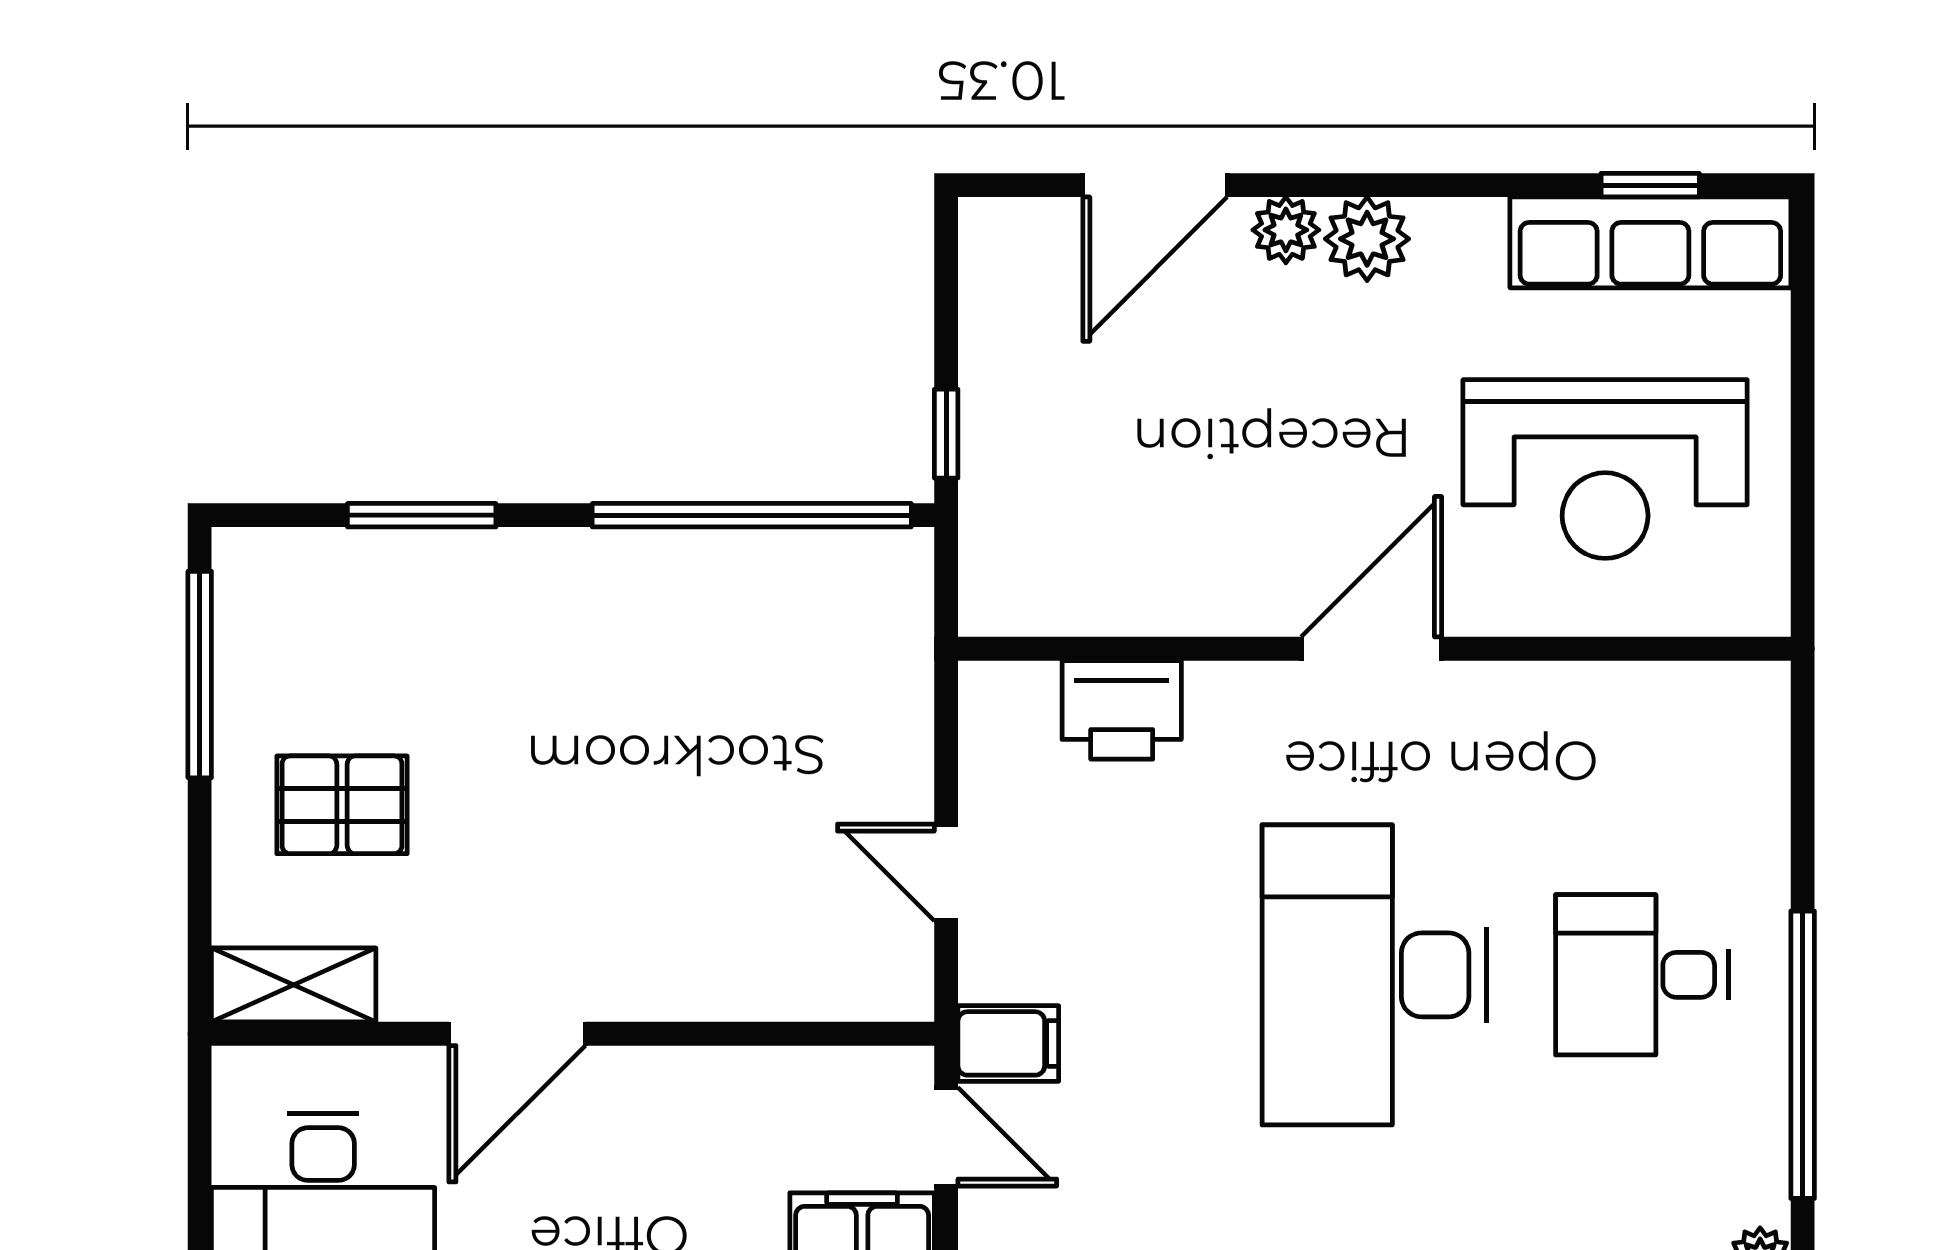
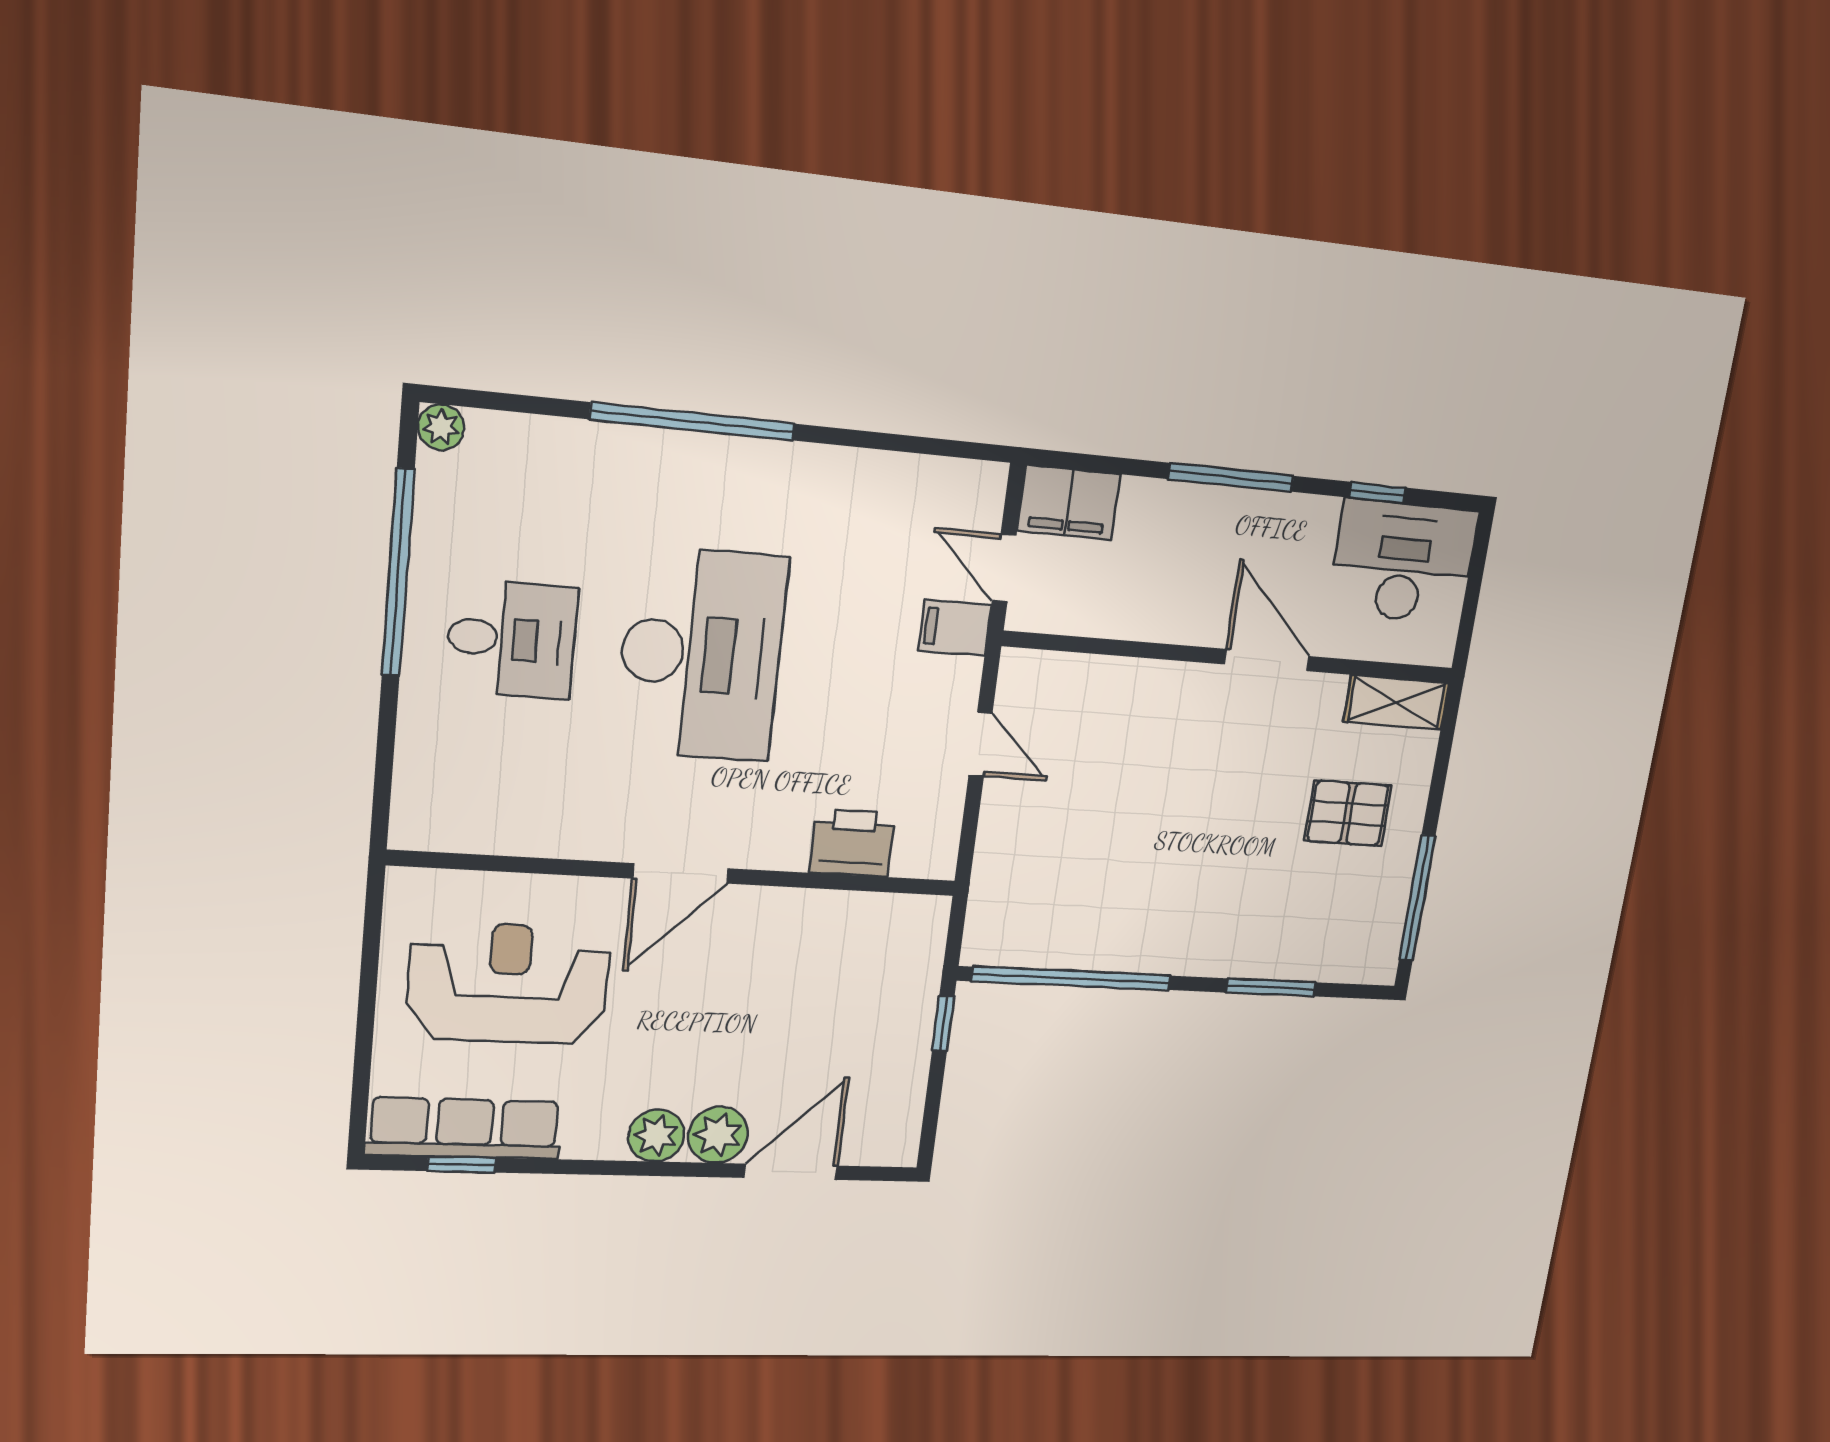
plant: (1286, 230) -> (718, 1135), width x1.38, depth x1.38
door: (517, 1034) -> (1267, 660), hinge flipped

